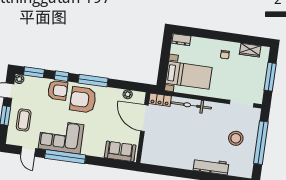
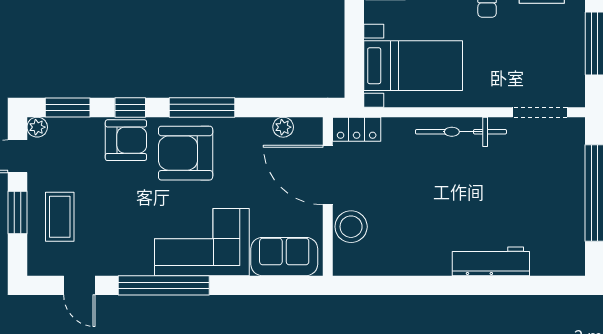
bicycle: (191, 105) -> (461, 132), moved
corner sofa: (61, 137) -> (202, 242), moved
stool: (236, 138) -> (351, 227), moved

